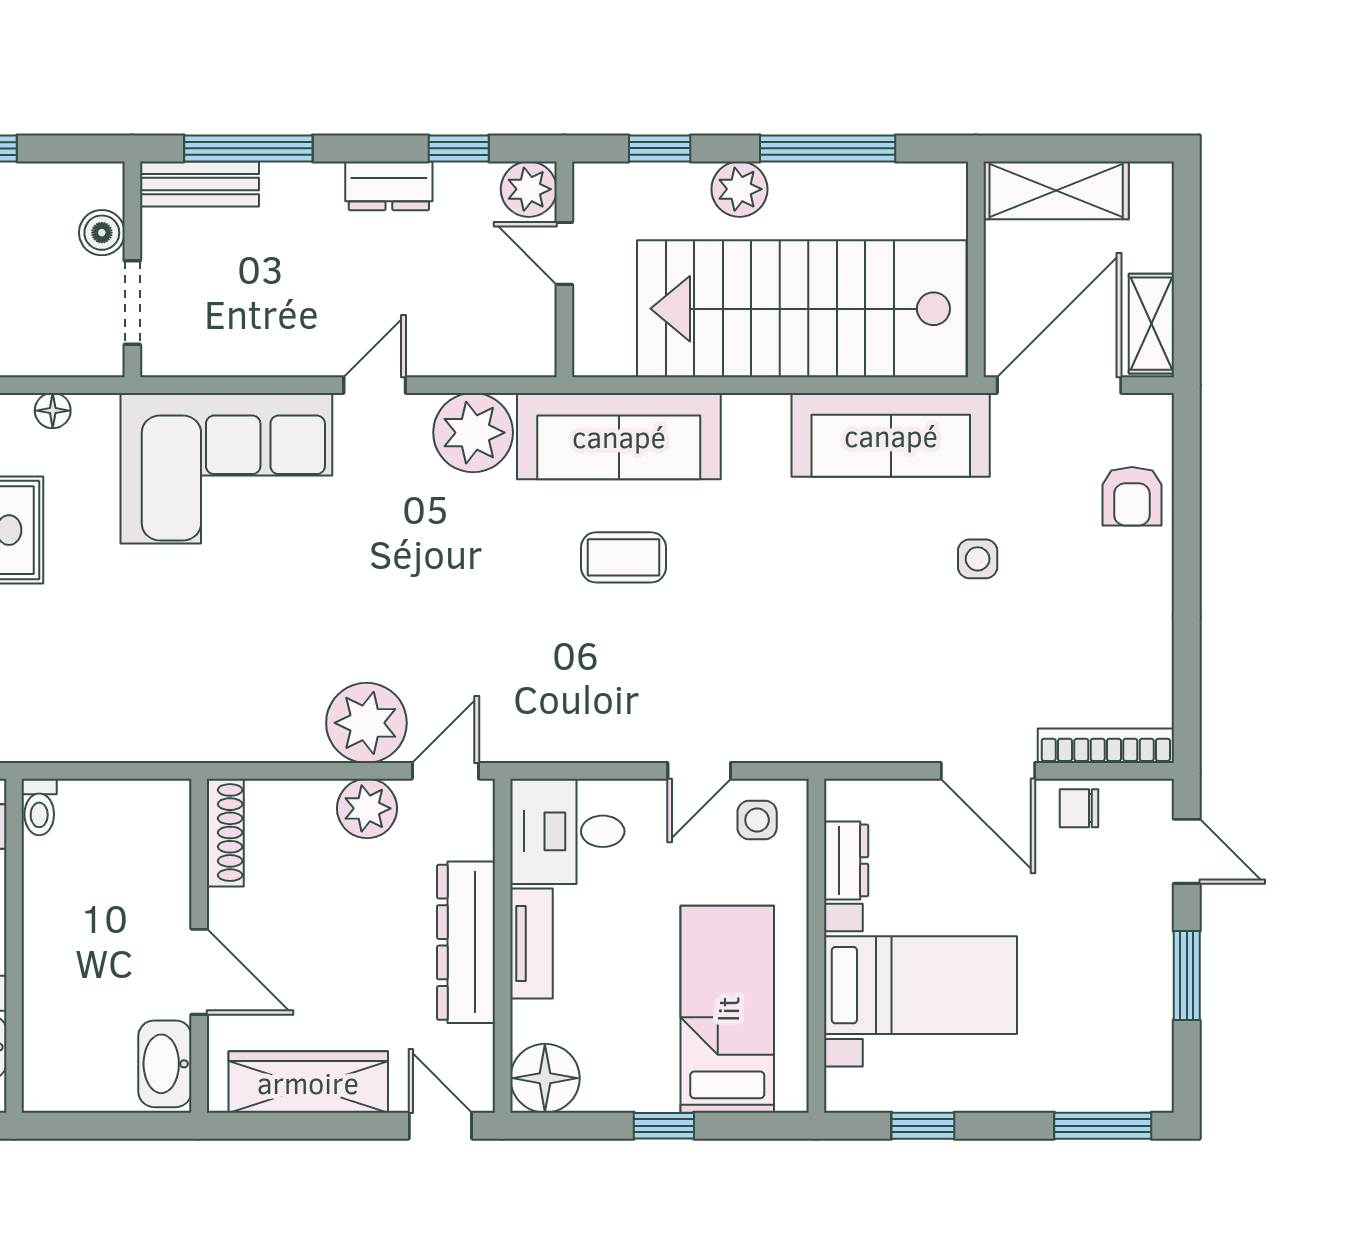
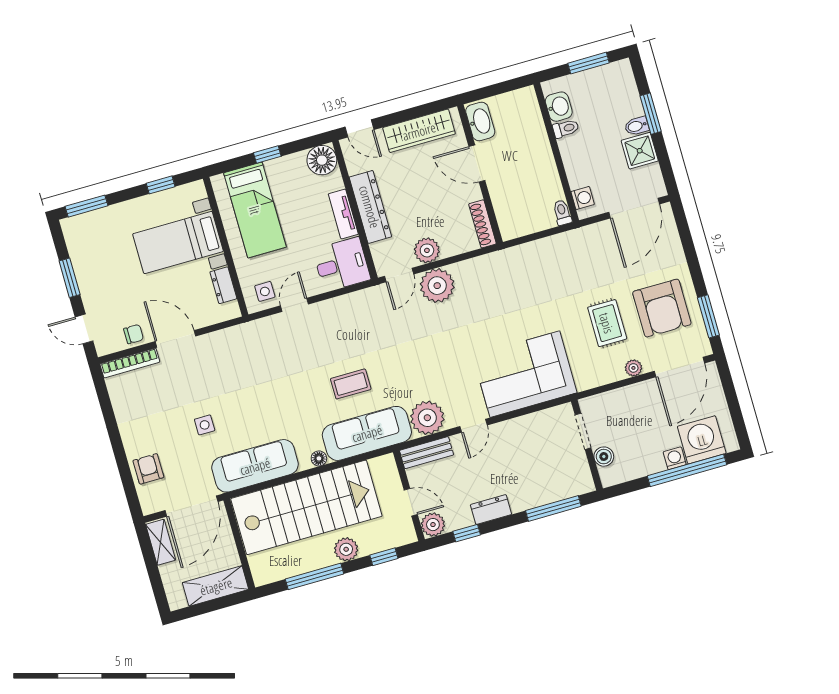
bench: (200, 184) -> (427, 453), moved
floor lamp: (53, 411) -> (319, 458), moved

